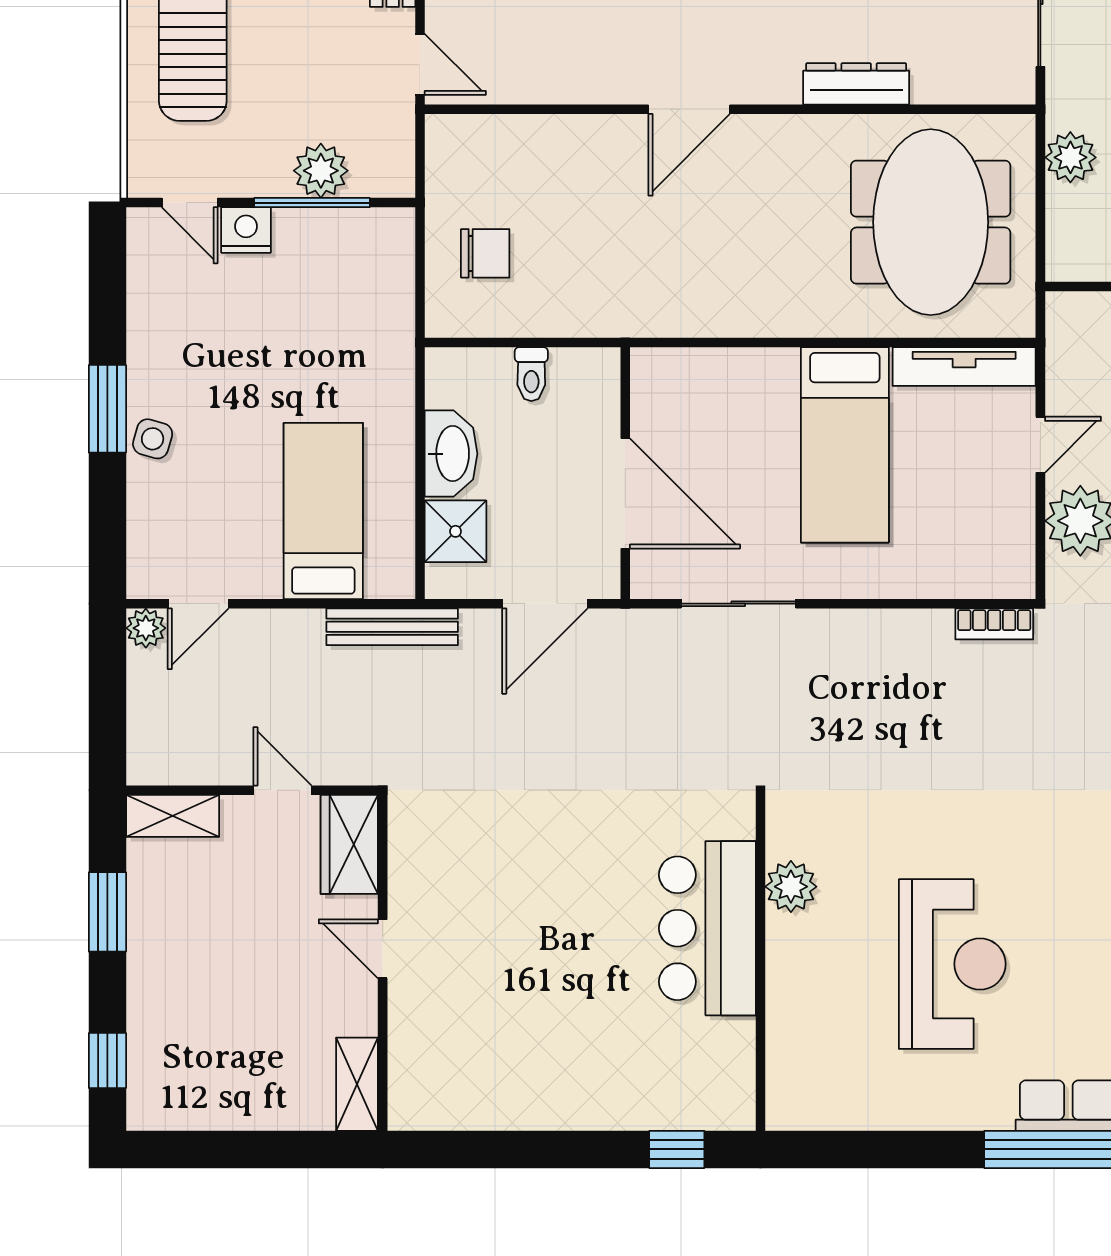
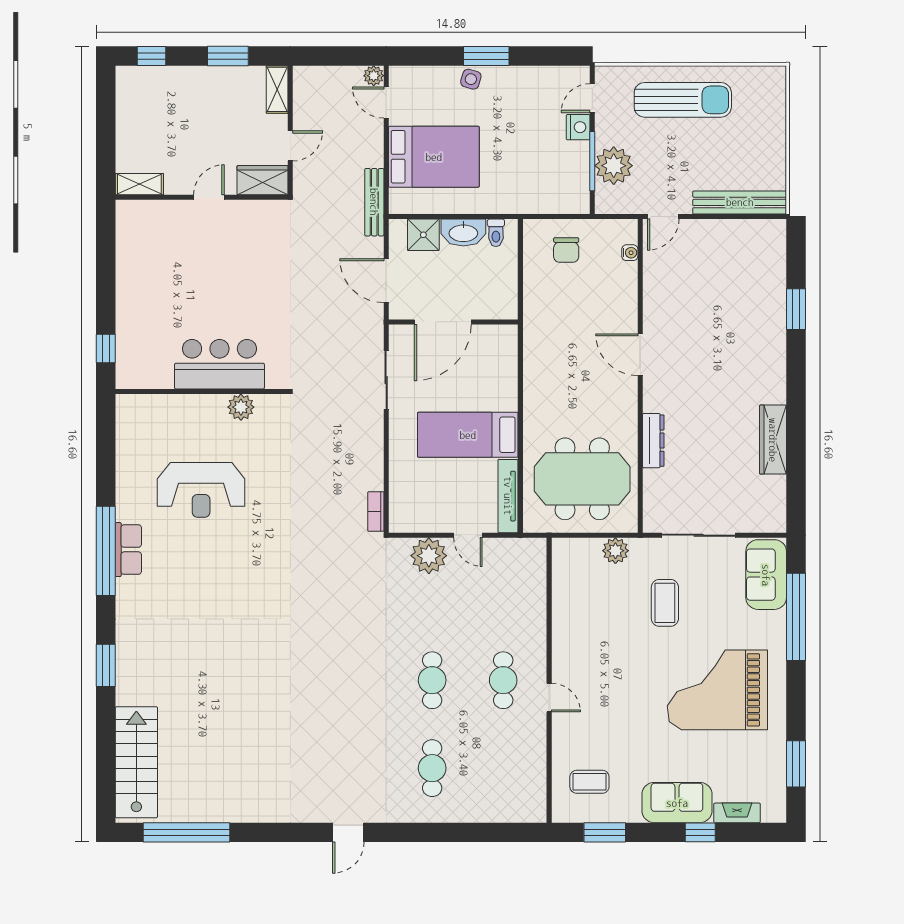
water cooler: (490, 129) -> (630, 253), added
plant: (321, 171) -> (614, 166), width x1.36, depth x1.36
toilet: (531, 374) -> (496, 233), moved, turned -90
bed: (323, 511) -> (434, 157), width x1.50

